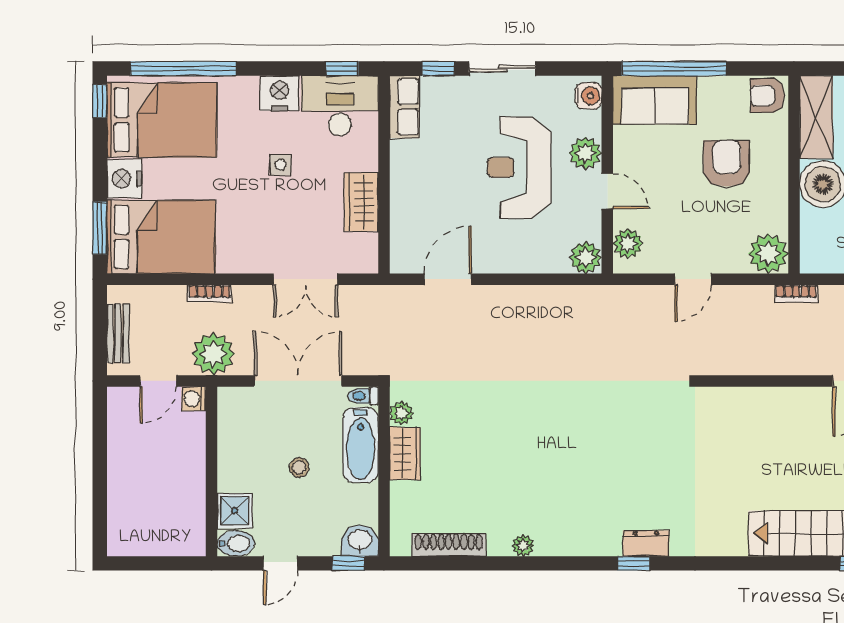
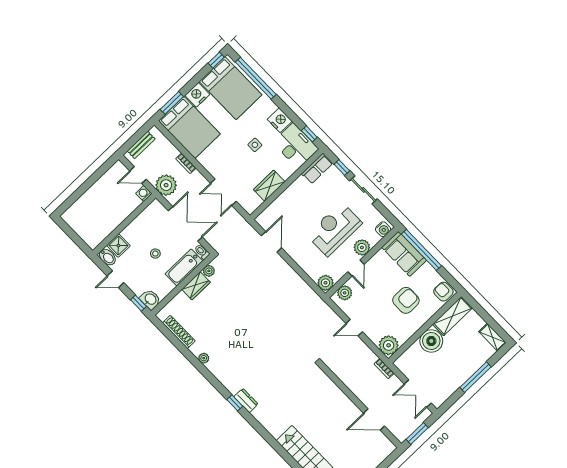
door: (448, 279) -> (271, 242), hinge flipped

